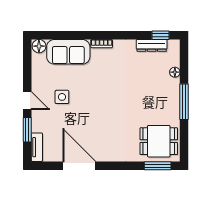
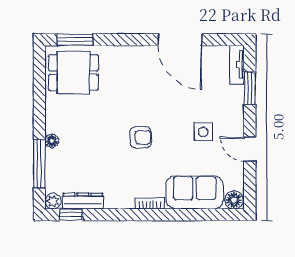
plant: (174, 45) -> (53, 201), added
floor lamp: (175, 72) -> (52, 141), moved
armchair: (109, 93) -> (141, 137), added
door: (27, 101) -> (250, 149), moved
window: (184, 102) -> (39, 164), moved

